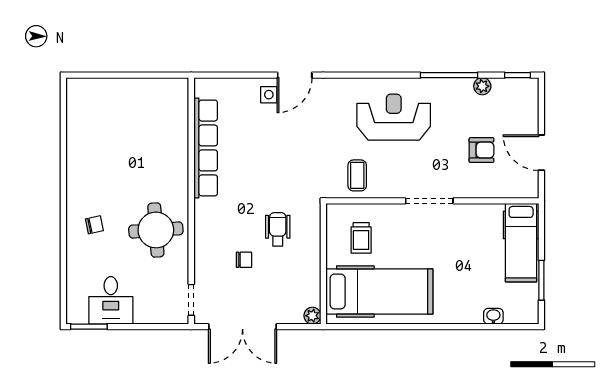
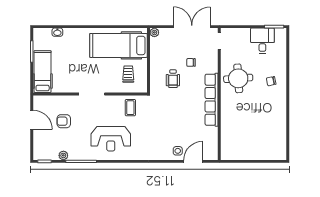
door: (295, 75) -> (193, 161), moved
row of seats: (206, 148) -> (212, 100), moved

